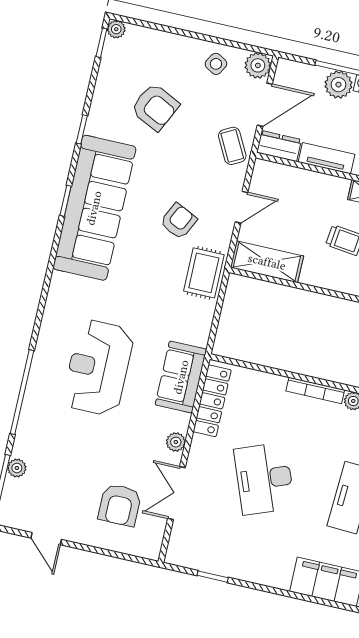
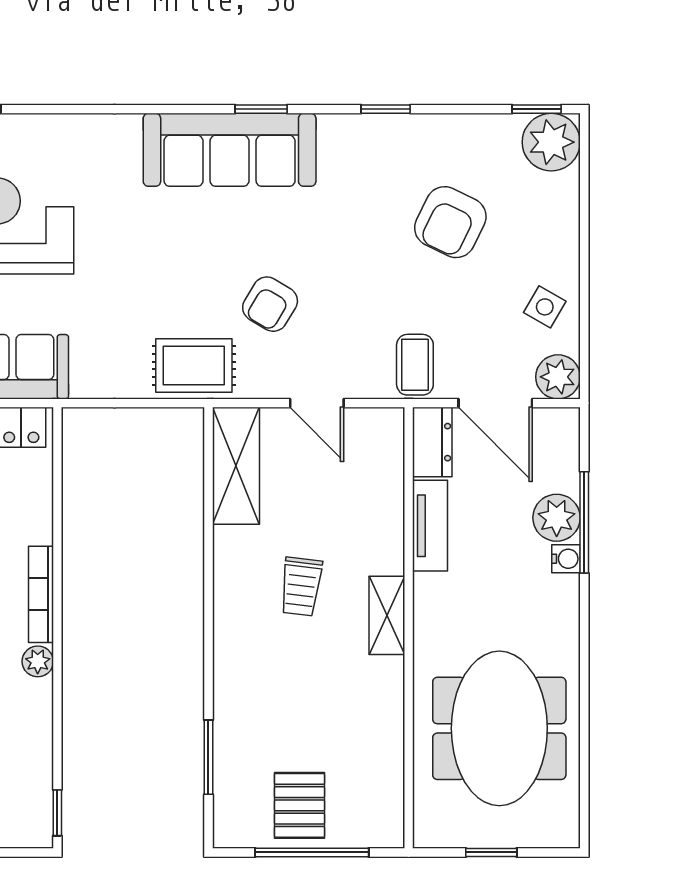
plant: (116, 29) -> (551, 142), width x1.87, depth x1.87
coffee table: (232, 146) -> (415, 365), turned -62
sofa: (94, 208) -> (230, 150), width x0.74, depth x0.79
armchair: (179, 221) -> (270, 304), turned 95

